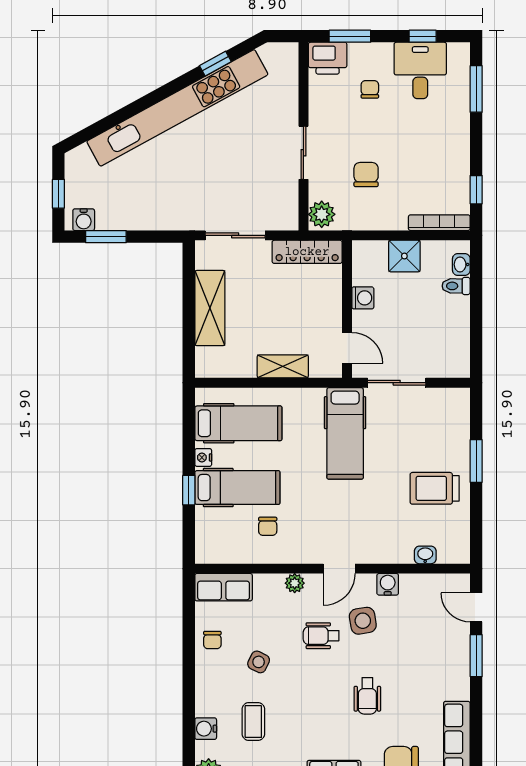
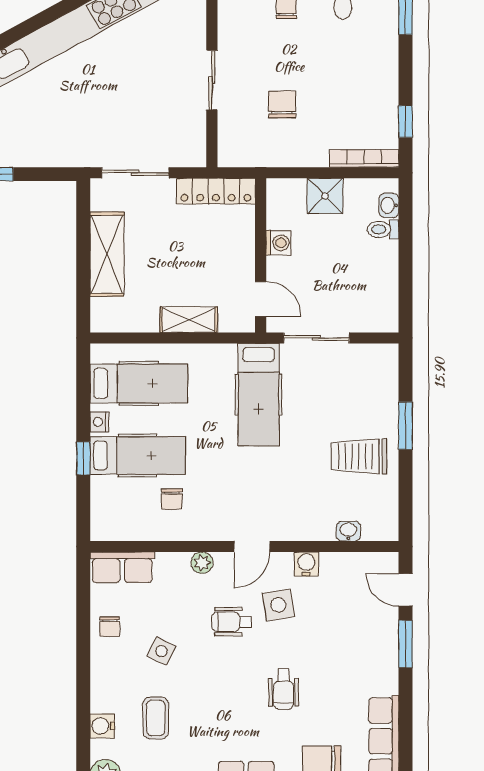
plant: (322, 214) -> (232, 149), removed

